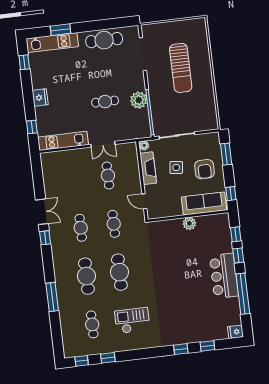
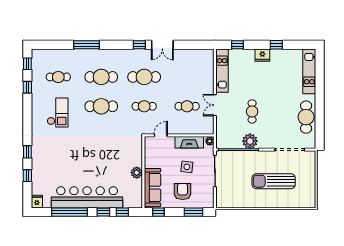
window: (60, 30) -> (320, 80), removed
window: (24, 62) -> (276, 45), moved
armchair: (204, 169) -> (183, 191), turned 90
cafe table: (81, 228) -> (144, 77), width x1.37, depth x1.35
bar counter: (224, 276) -> (87, 197), width x1.86

